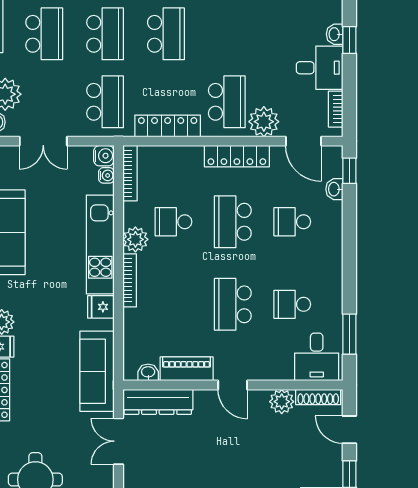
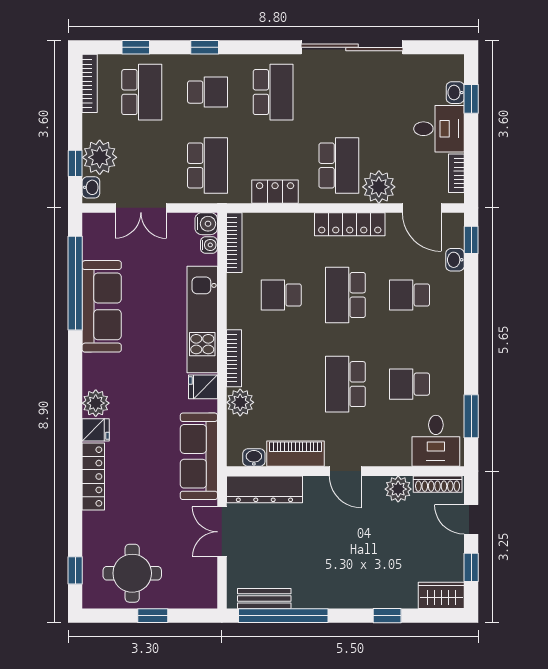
school desk: (105, 34) -> (207, 92), width x0.54
locker: (168, 126) -> (275, 192), width x0.66
plant: (135, 239) -> (240, 402), moved

